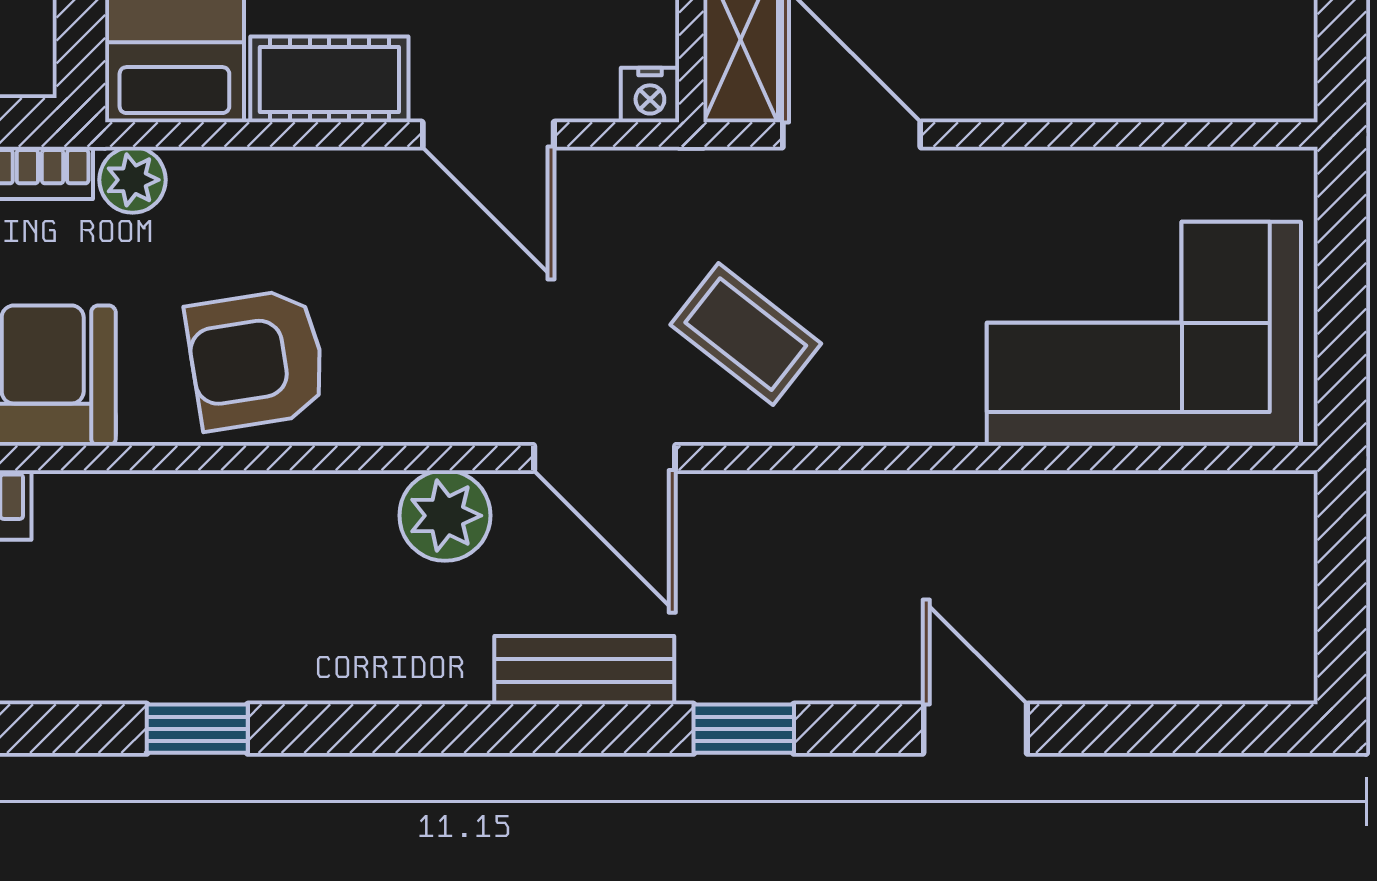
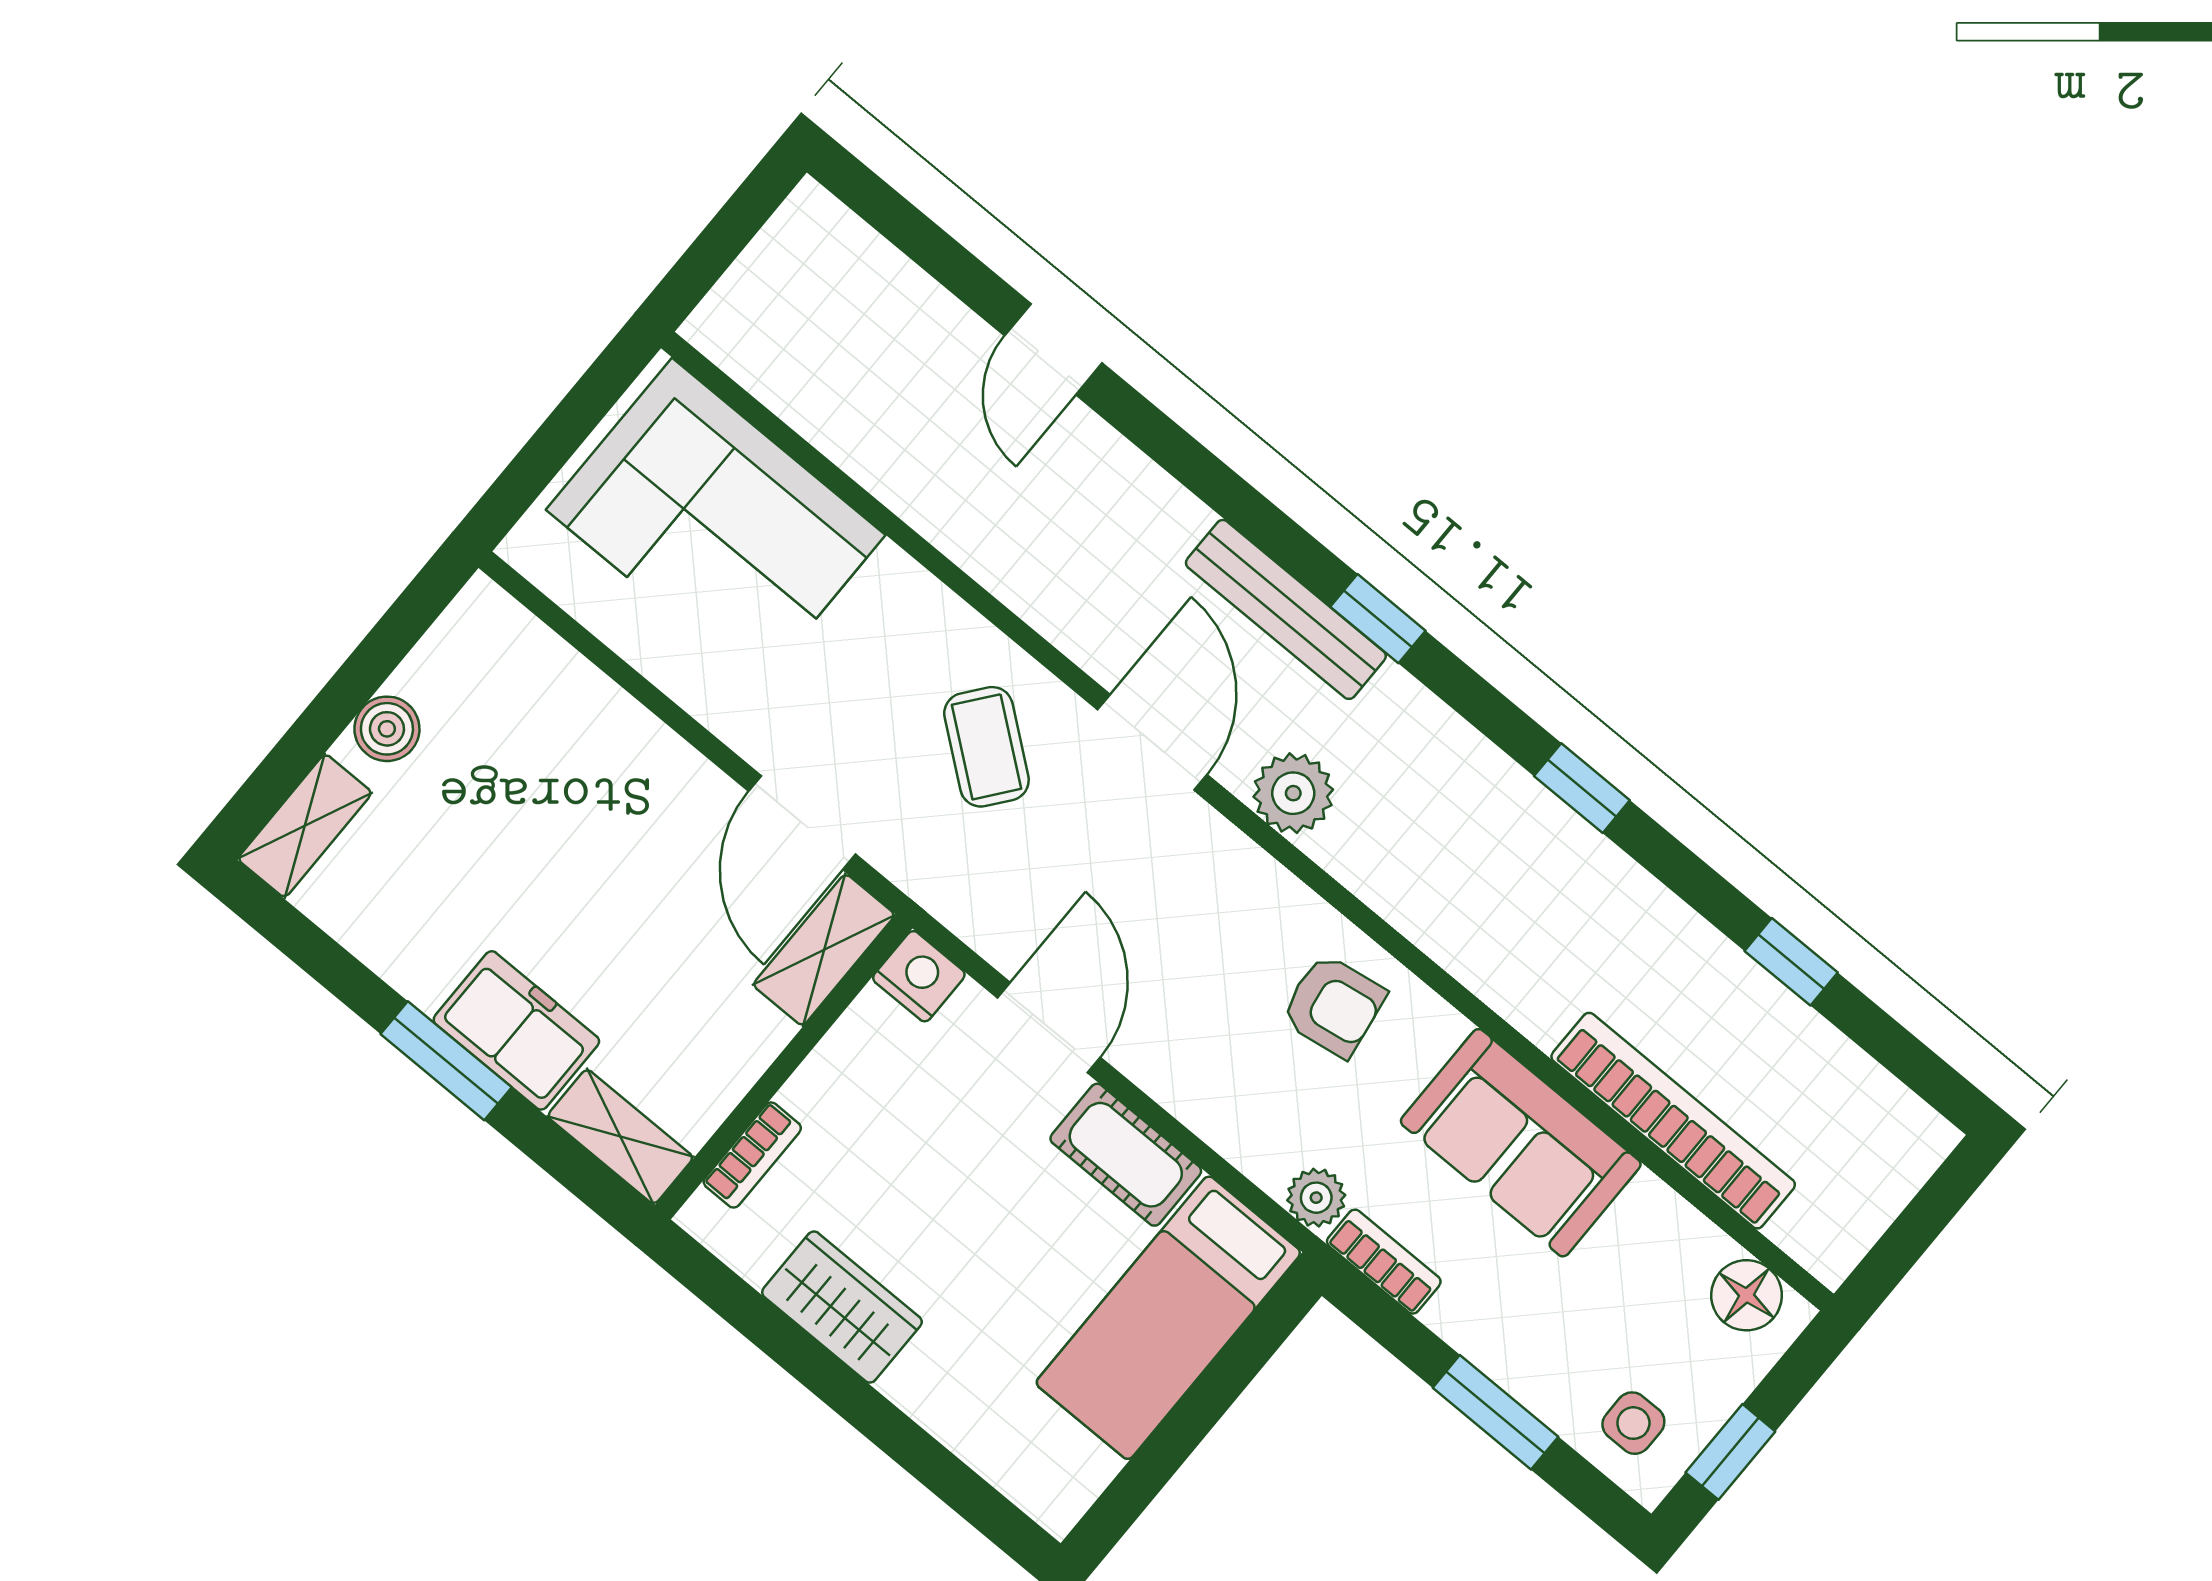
nightstand: (650, 95) -> (919, 976), width x1.39, depth x1.35
armchair: (256, 360) -> (1333, 1006), width x0.72, depth x0.72
bench: (584, 670) -> (1286, 609), width x1.36
window: (744, 729) -> (1378, 619), moved

